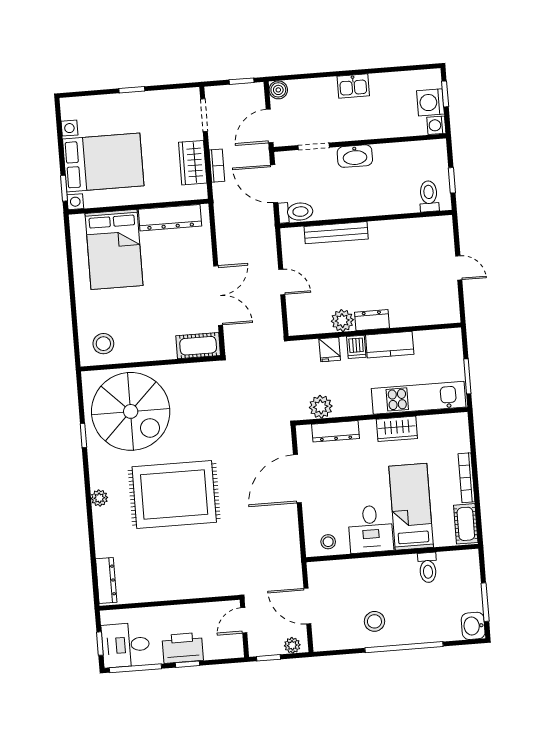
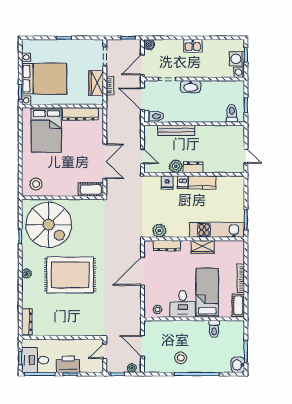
dresser: (372, 320) -> (193, 167), moved
plant: (342, 321) -> (176, 166), moved
wall: (375, 332) -> (194, 174), moved
kitchen counter: (390, 345) -> (202, 182), moved
dishwasher: (356, 347) -> (183, 182), moved
fridge: (330, 349) -> (167, 183), moved

